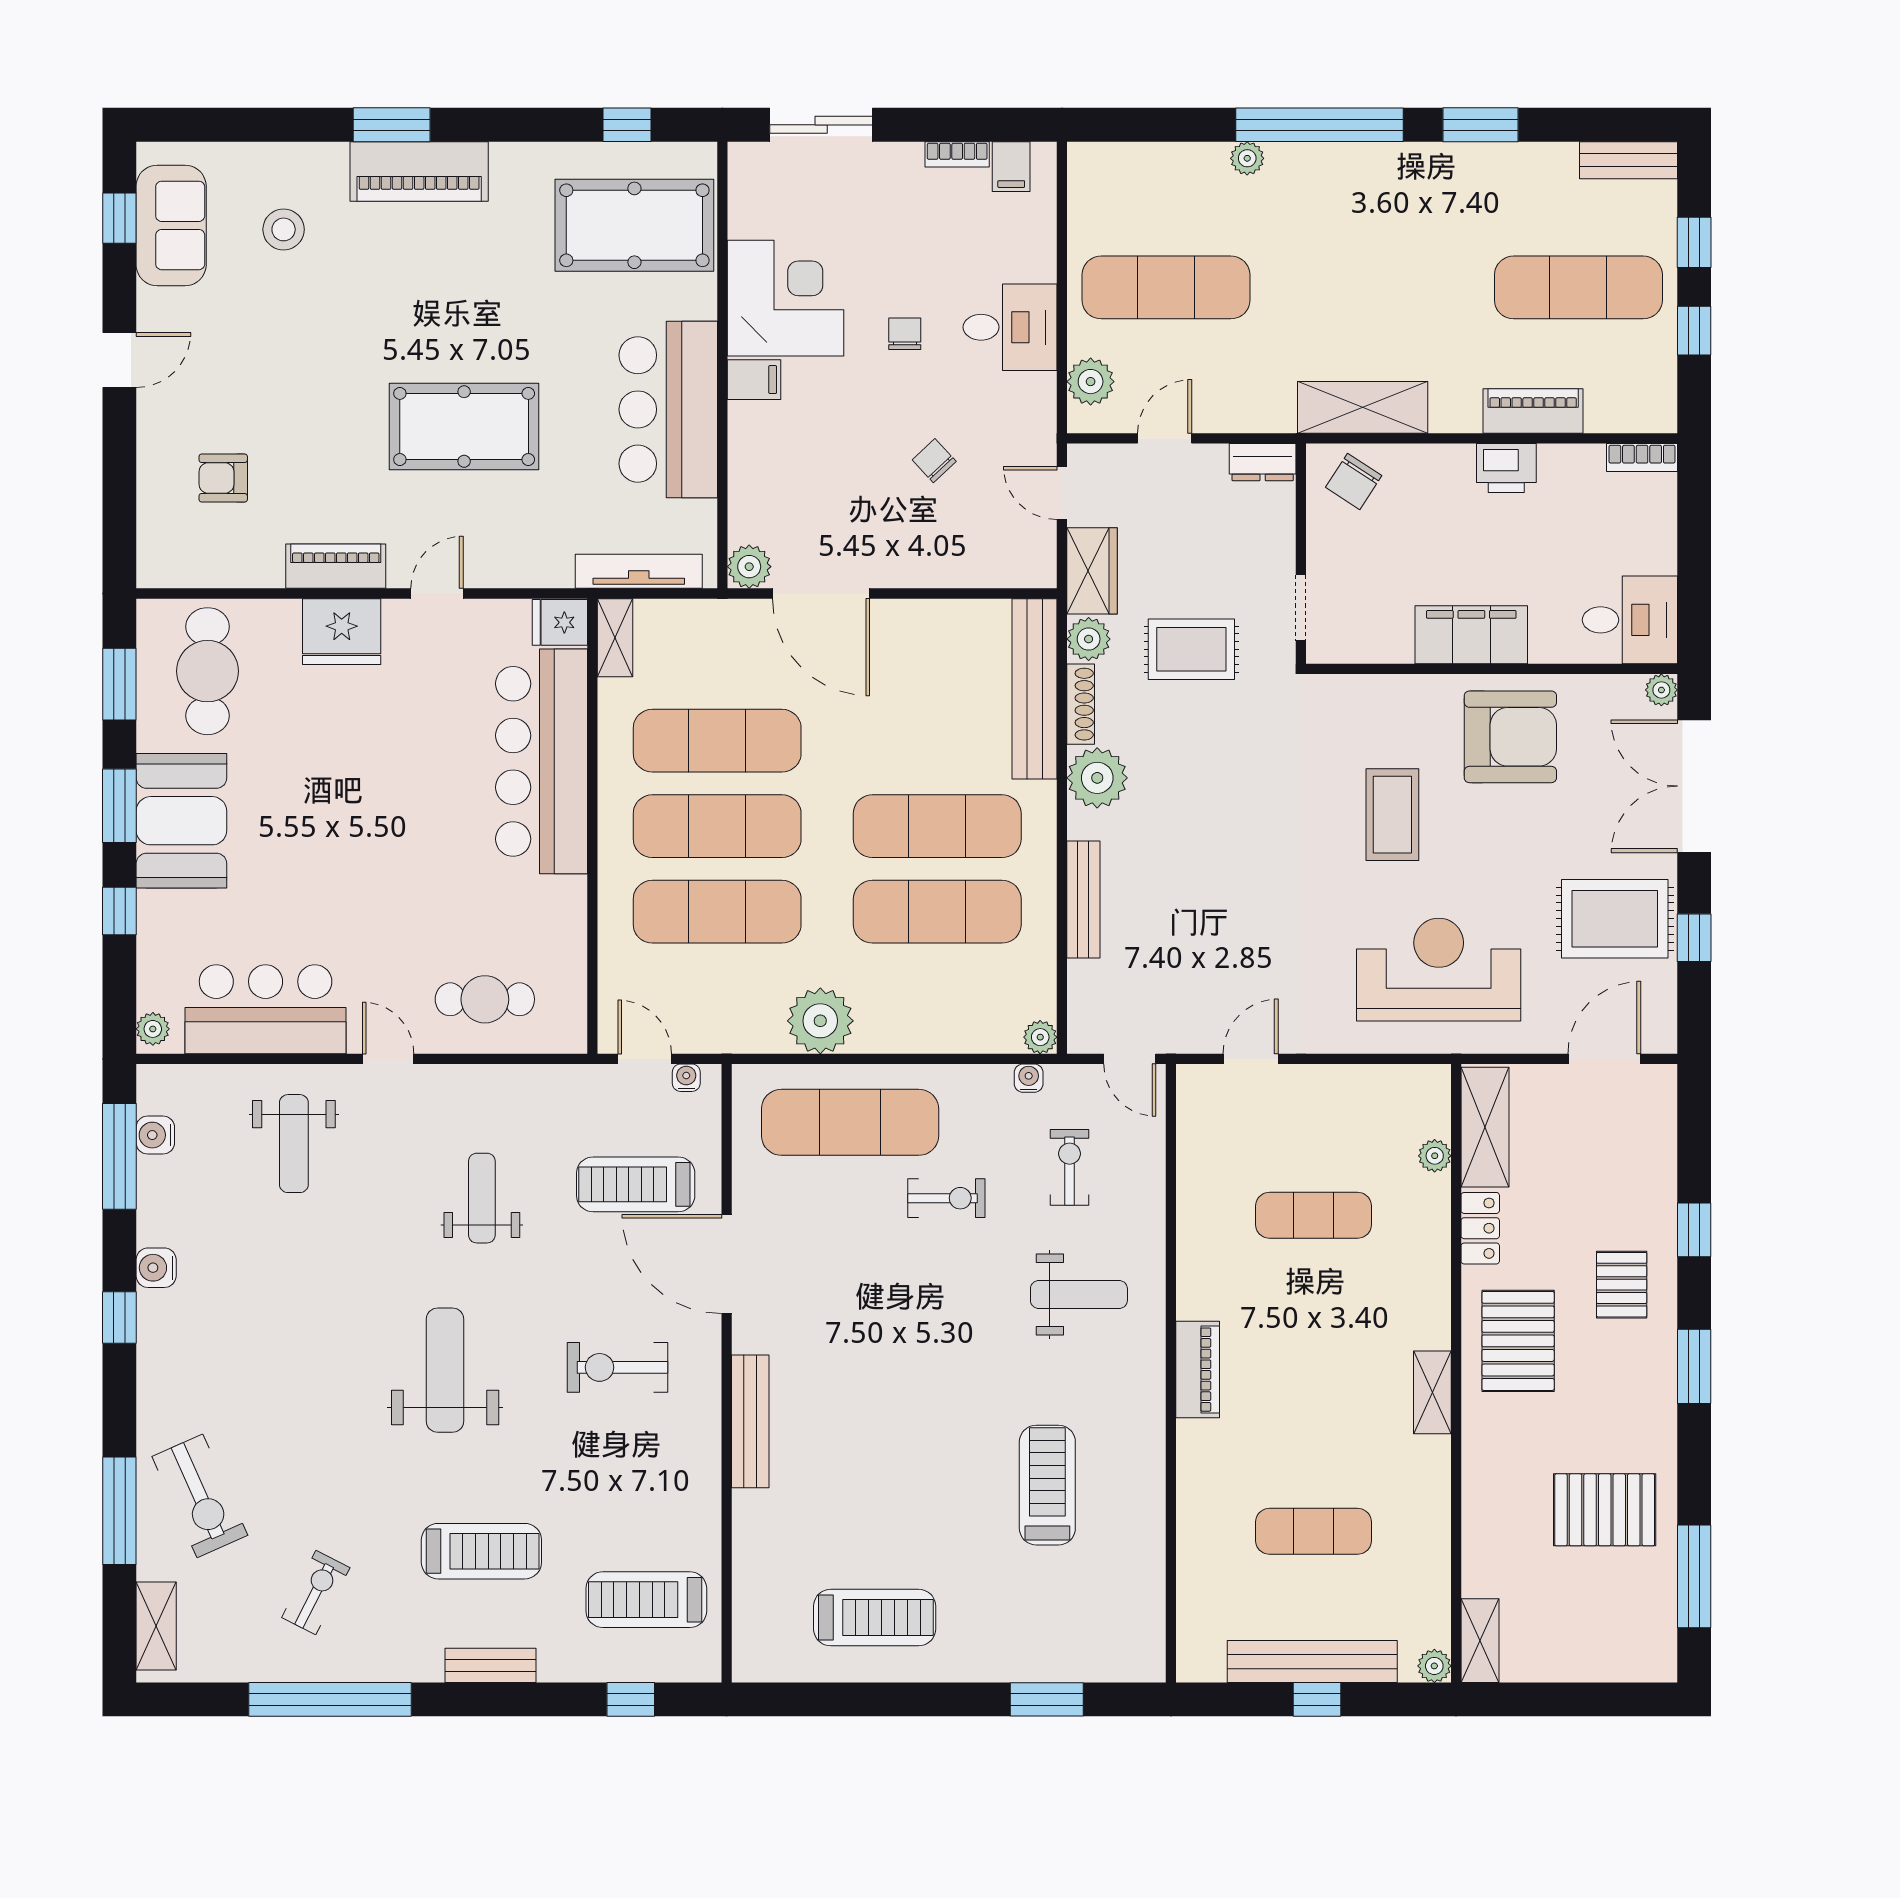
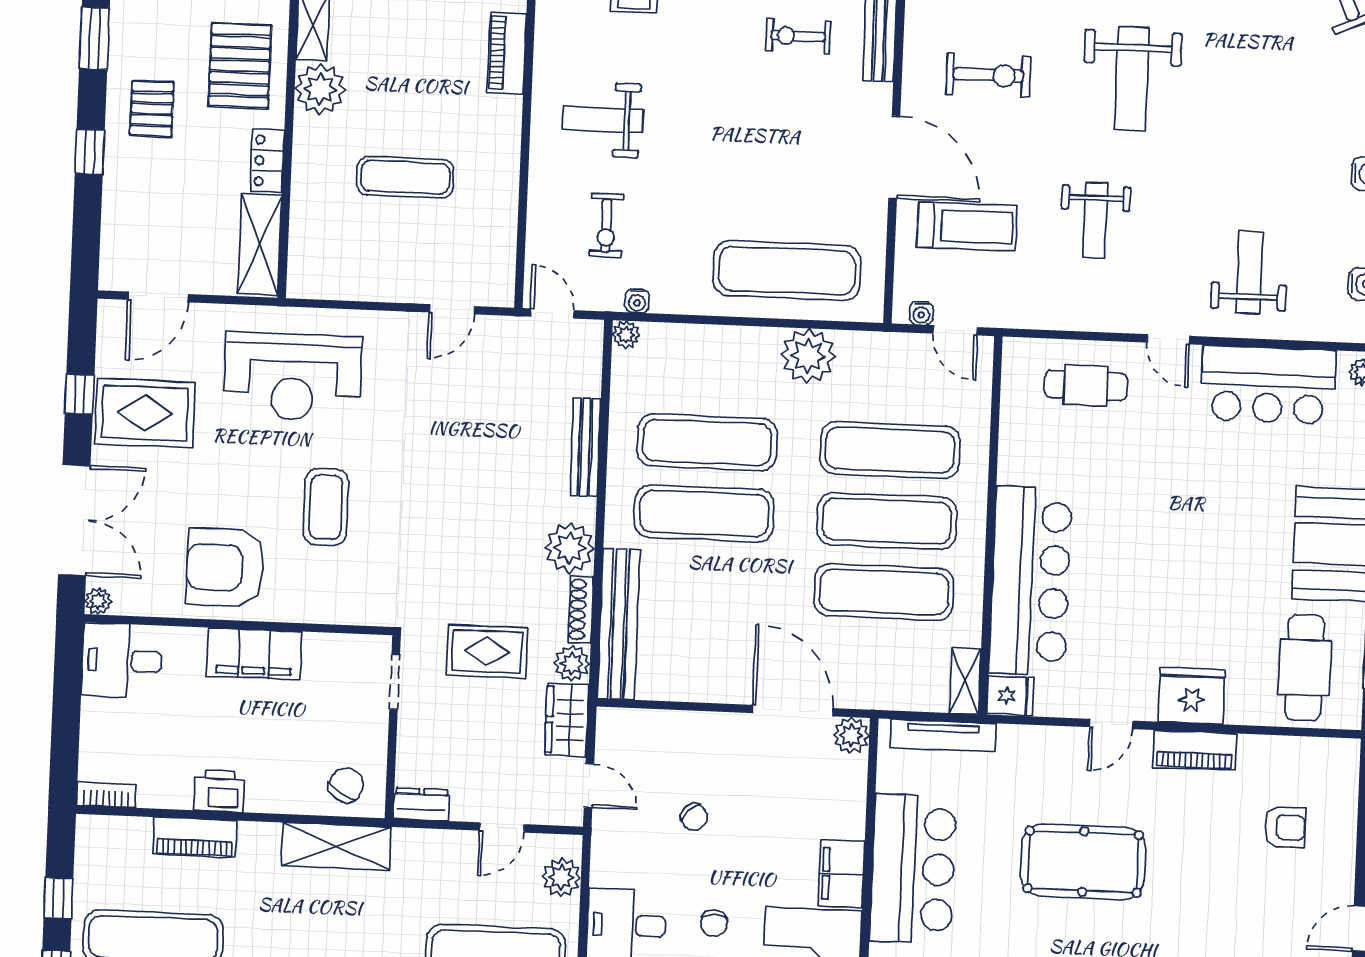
filing cabinet: (754, 380) -> (841, 874), width x2.00
plant: (1435, 1156) -> (320, 89), moved, width x1.88, depth x1.88
exercise bike: (946, 1198) -> (798, 36), moved

